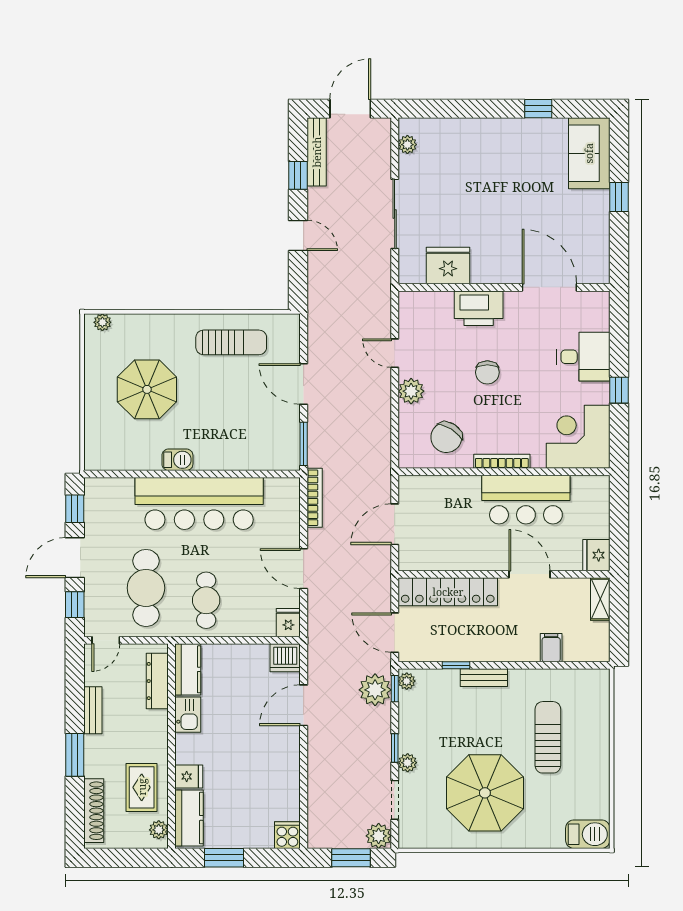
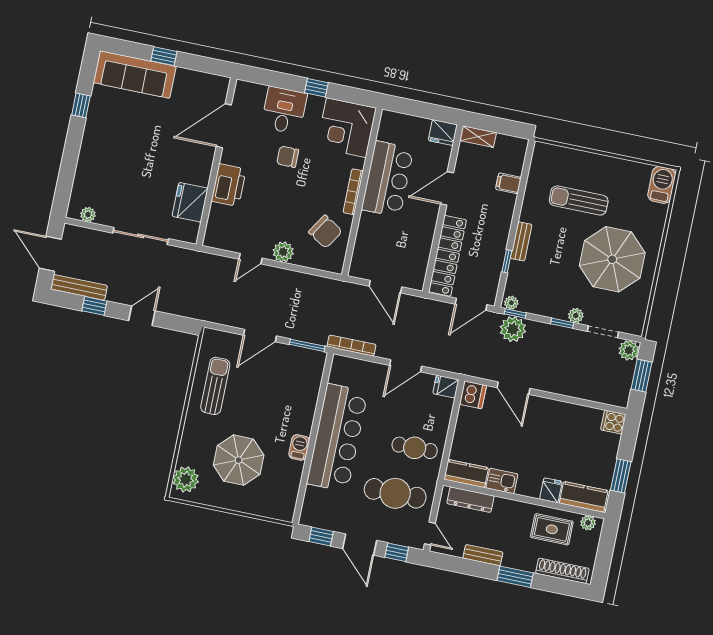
sofa: (589, 153) -> (135, 75), width x1.36
plant: (102, 322) -> (186, 479), width x1.88, depth x1.88
chair: (487, 372) -> (288, 157), moved, turned 180

